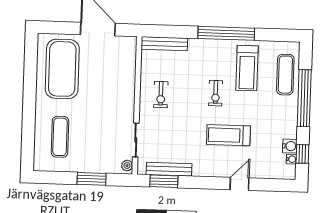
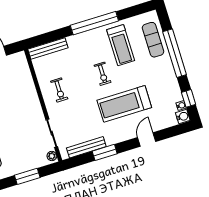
treadmill: (228, 135) -> (124, 104), width x1.37, depth x1.38
water cooler: (290, 146) -> (183, 117), moved
window: (164, 181) -> (105, 152), moved

